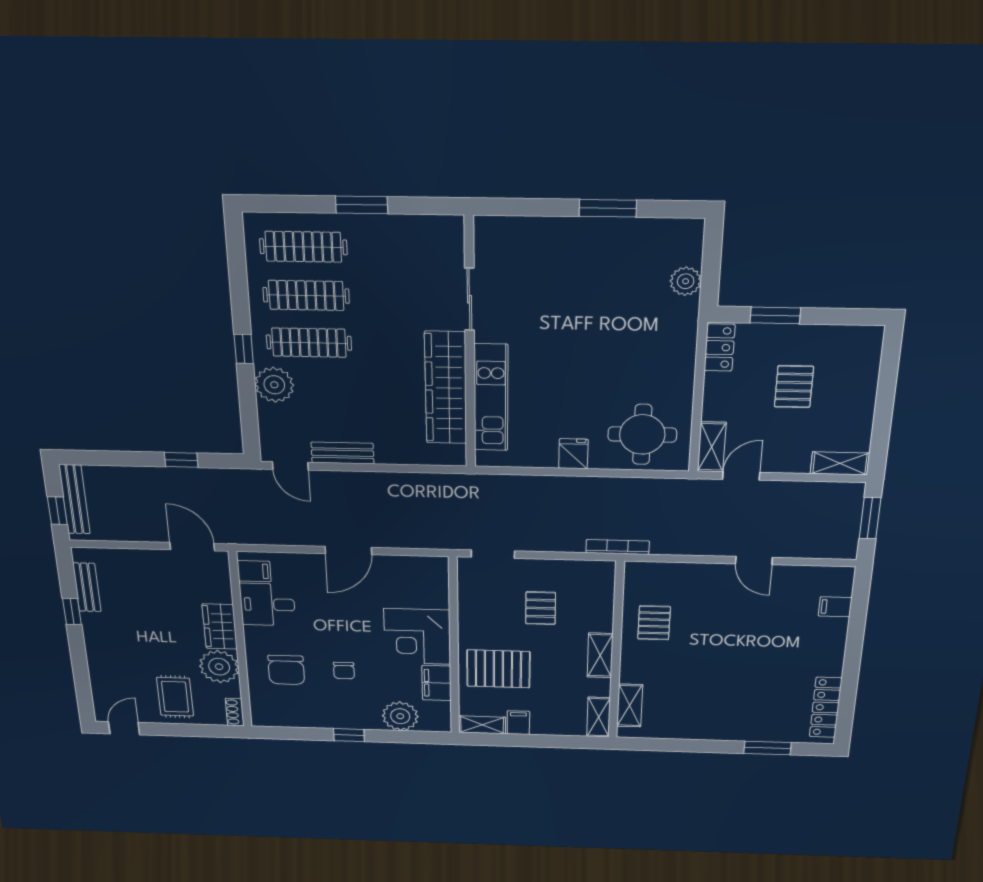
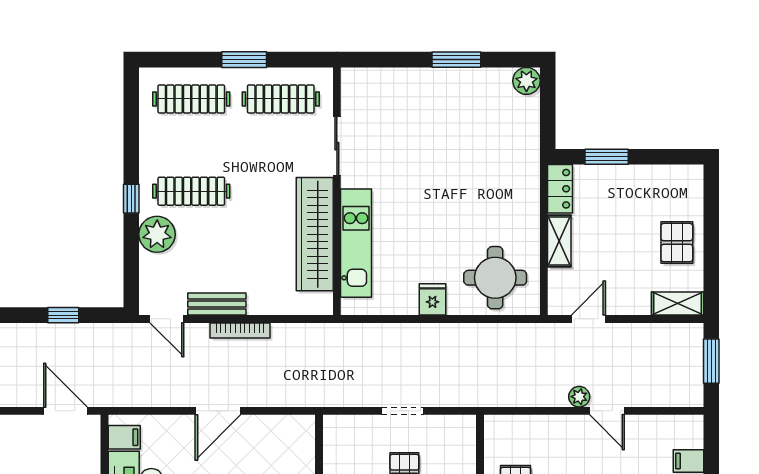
plant: (686, 281) -> (526, 81), moved
clothes rail: (306, 295) -> (281, 99), moved
pallet: (794, 387) -> (677, 243), moved
shelving: (712, 447) -> (559, 241), moved
bookcase: (618, 547) -> (240, 330), moved, turned 180
plant: (726, 547) -> (579, 397), added
doorway: (493, 554) -> (403, 411), moved

